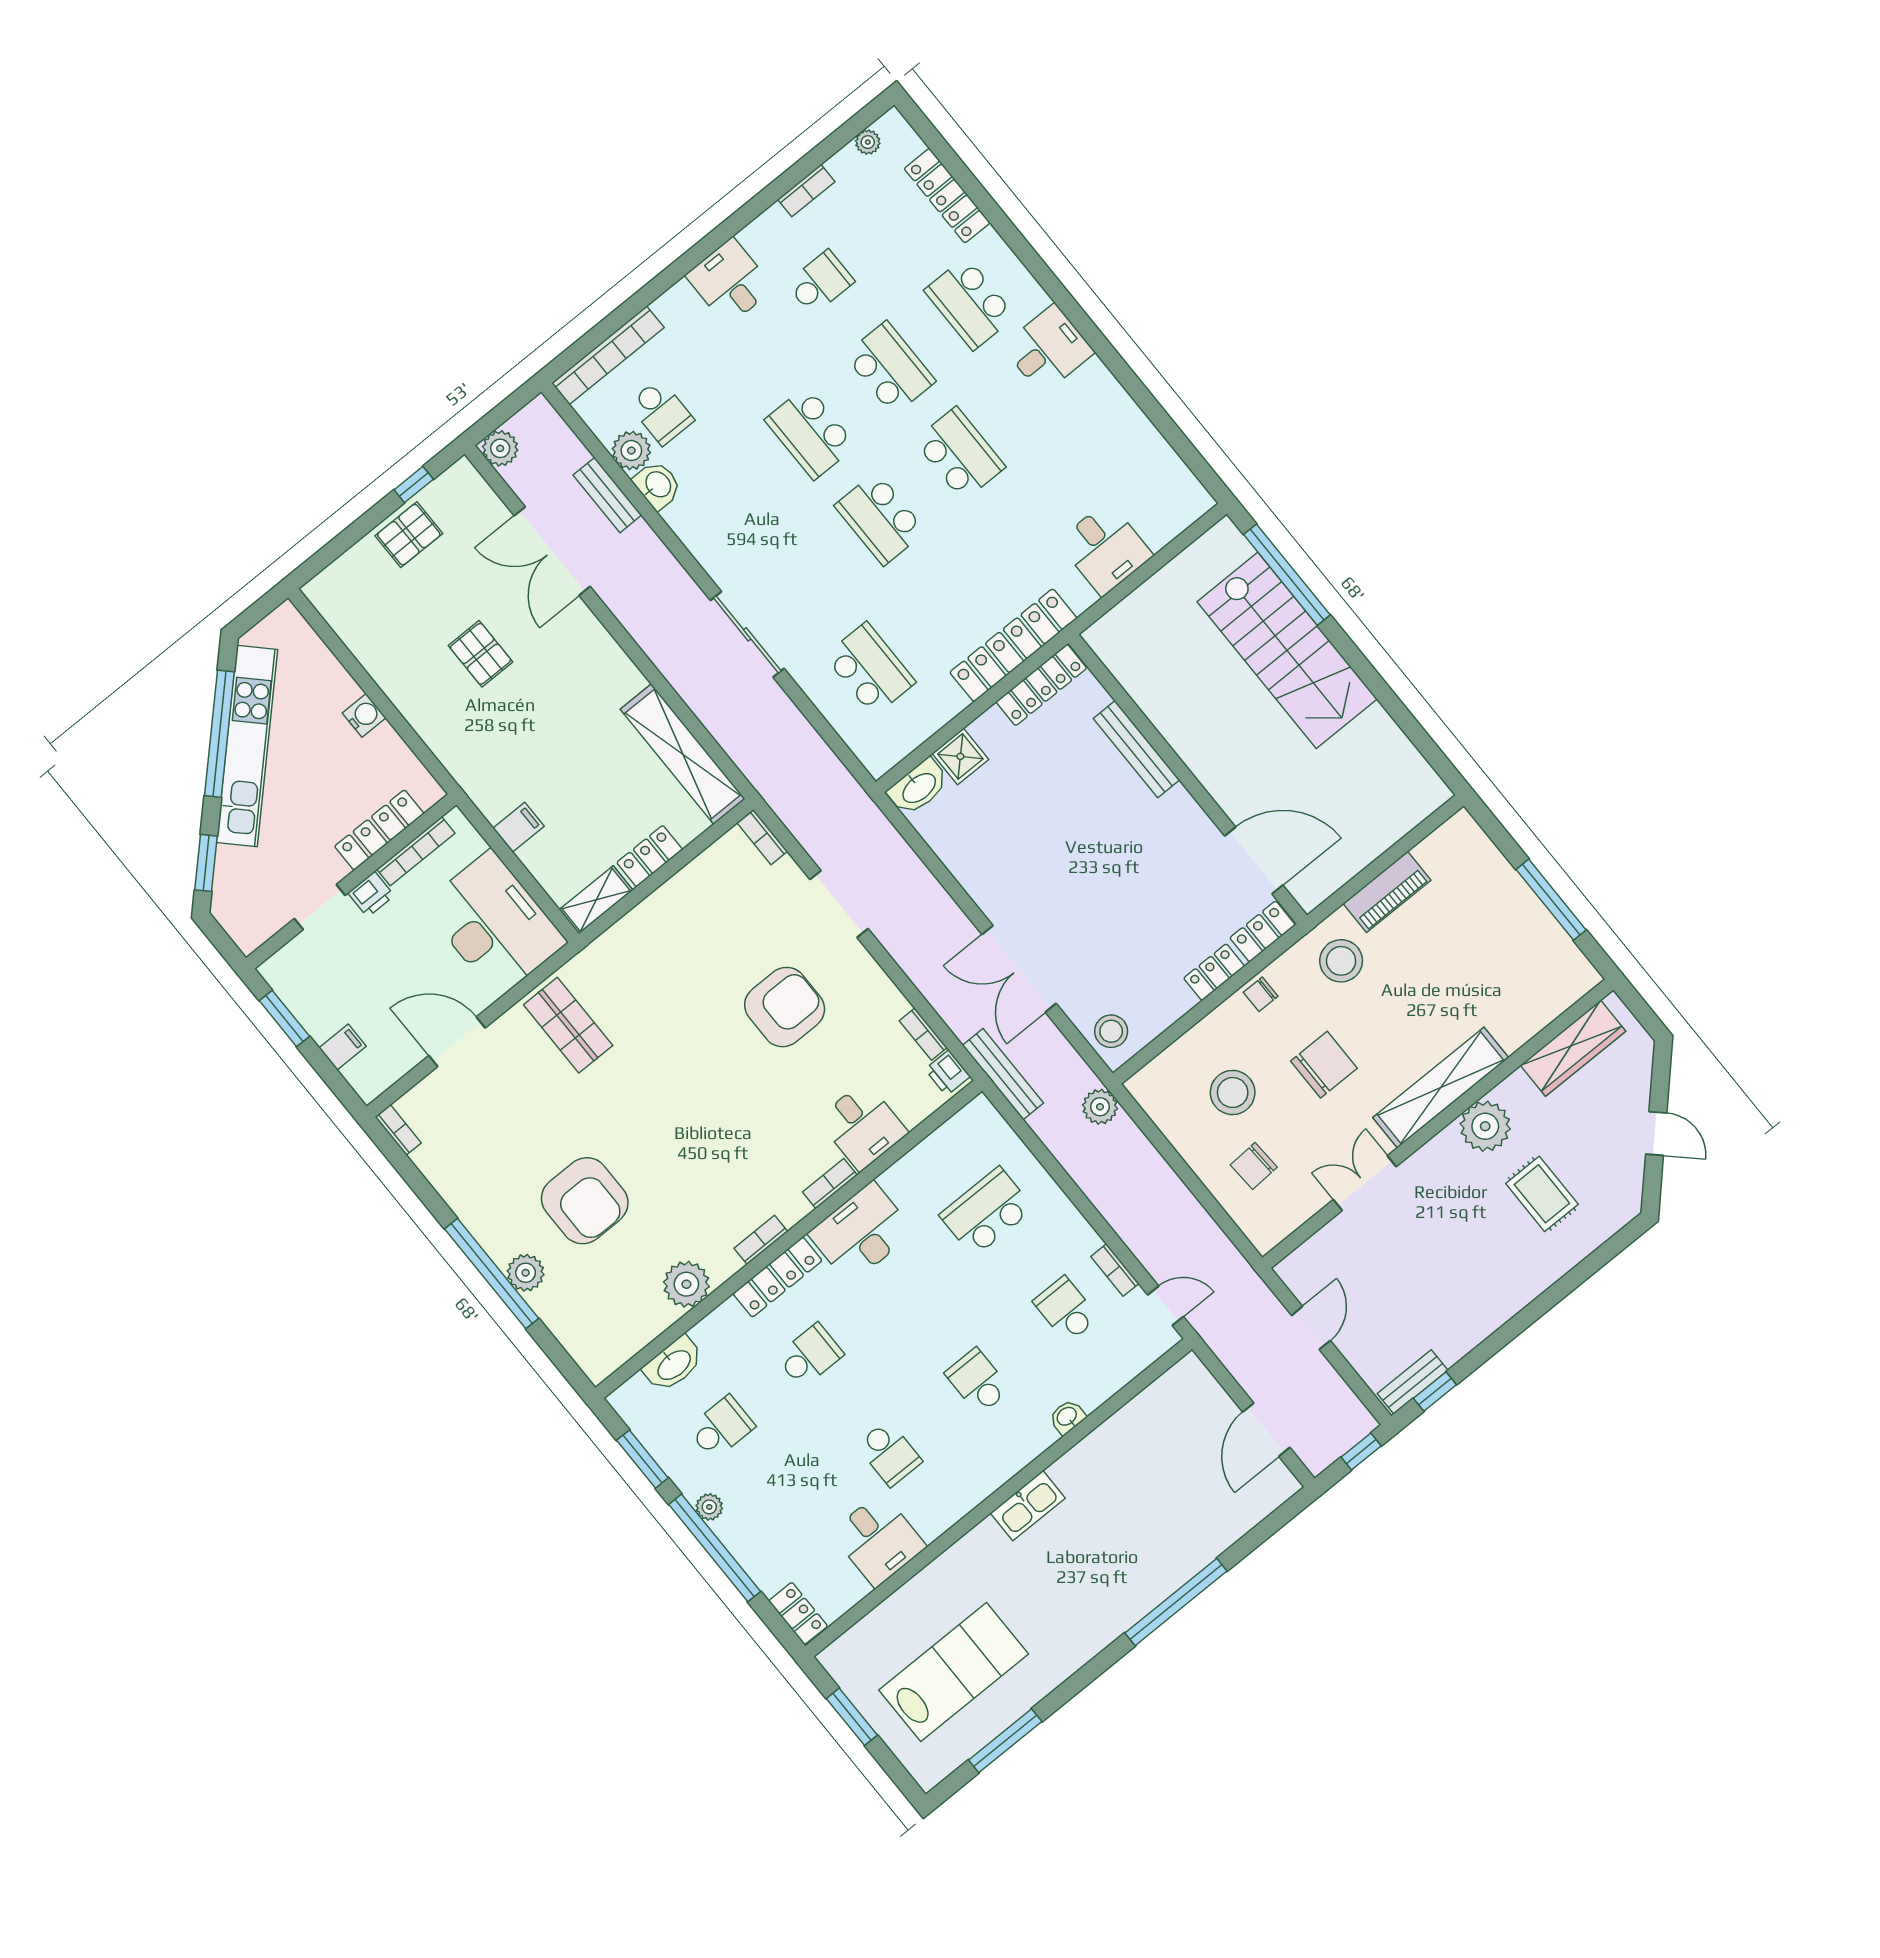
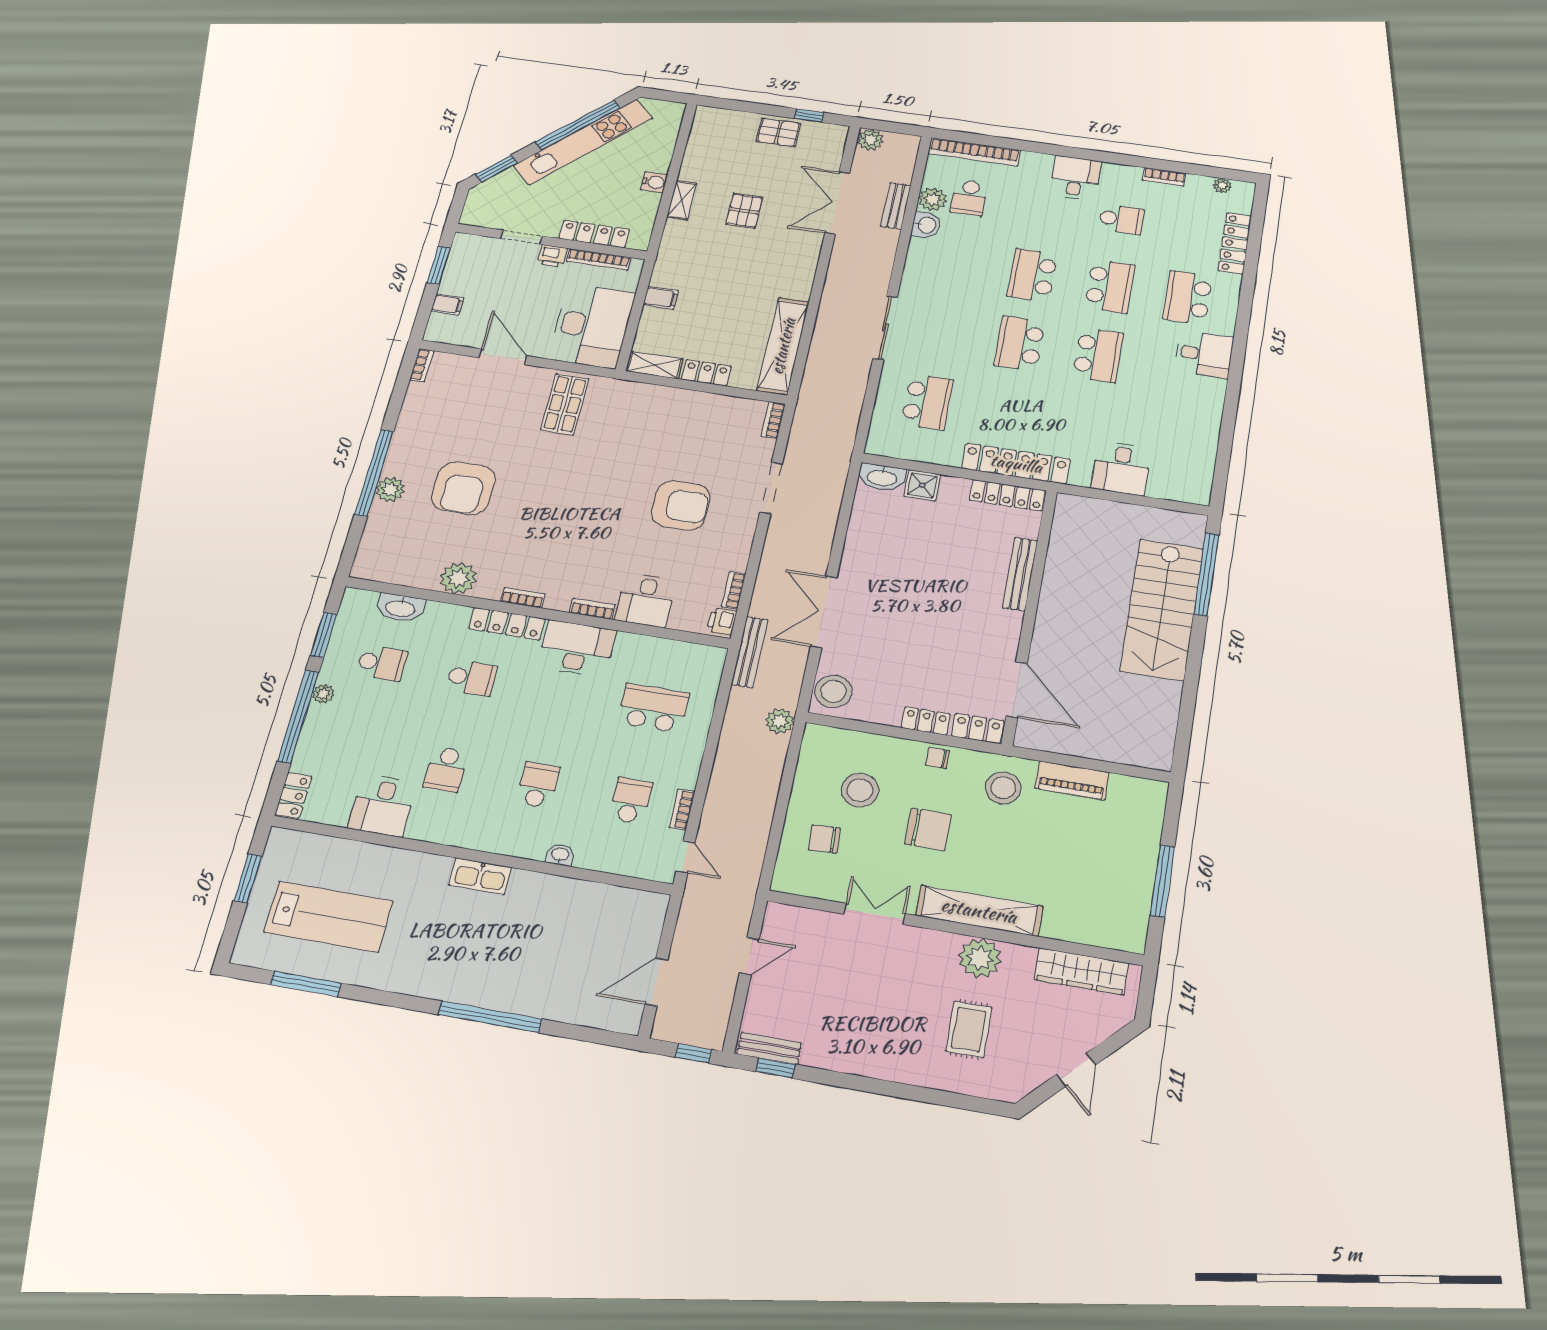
shelving: (412, 706) -> (682, 200), added
stool: (1111, 1031) -> (833, 691), width x1.38, depth x1.38

